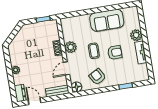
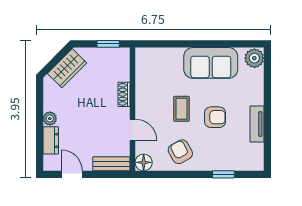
plant: (136, 35) -> (254, 58), moved
wardrobe: (21, 38) -> (67, 68), added
plant: (71, 47) -> (145, 97), removed
door: (67, 68) -> (133, 130), swing flipped
dresser: (20, 93) -> (51, 140), moved

